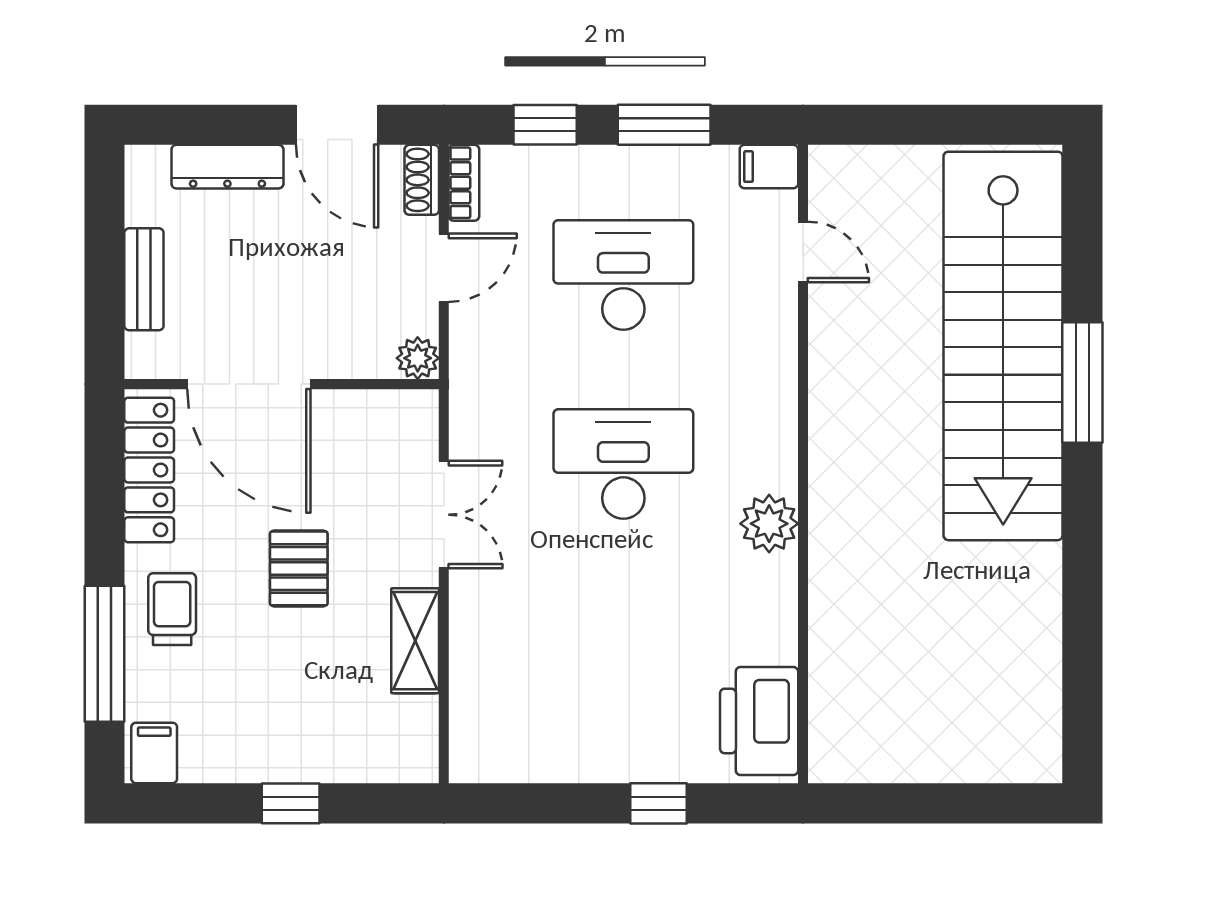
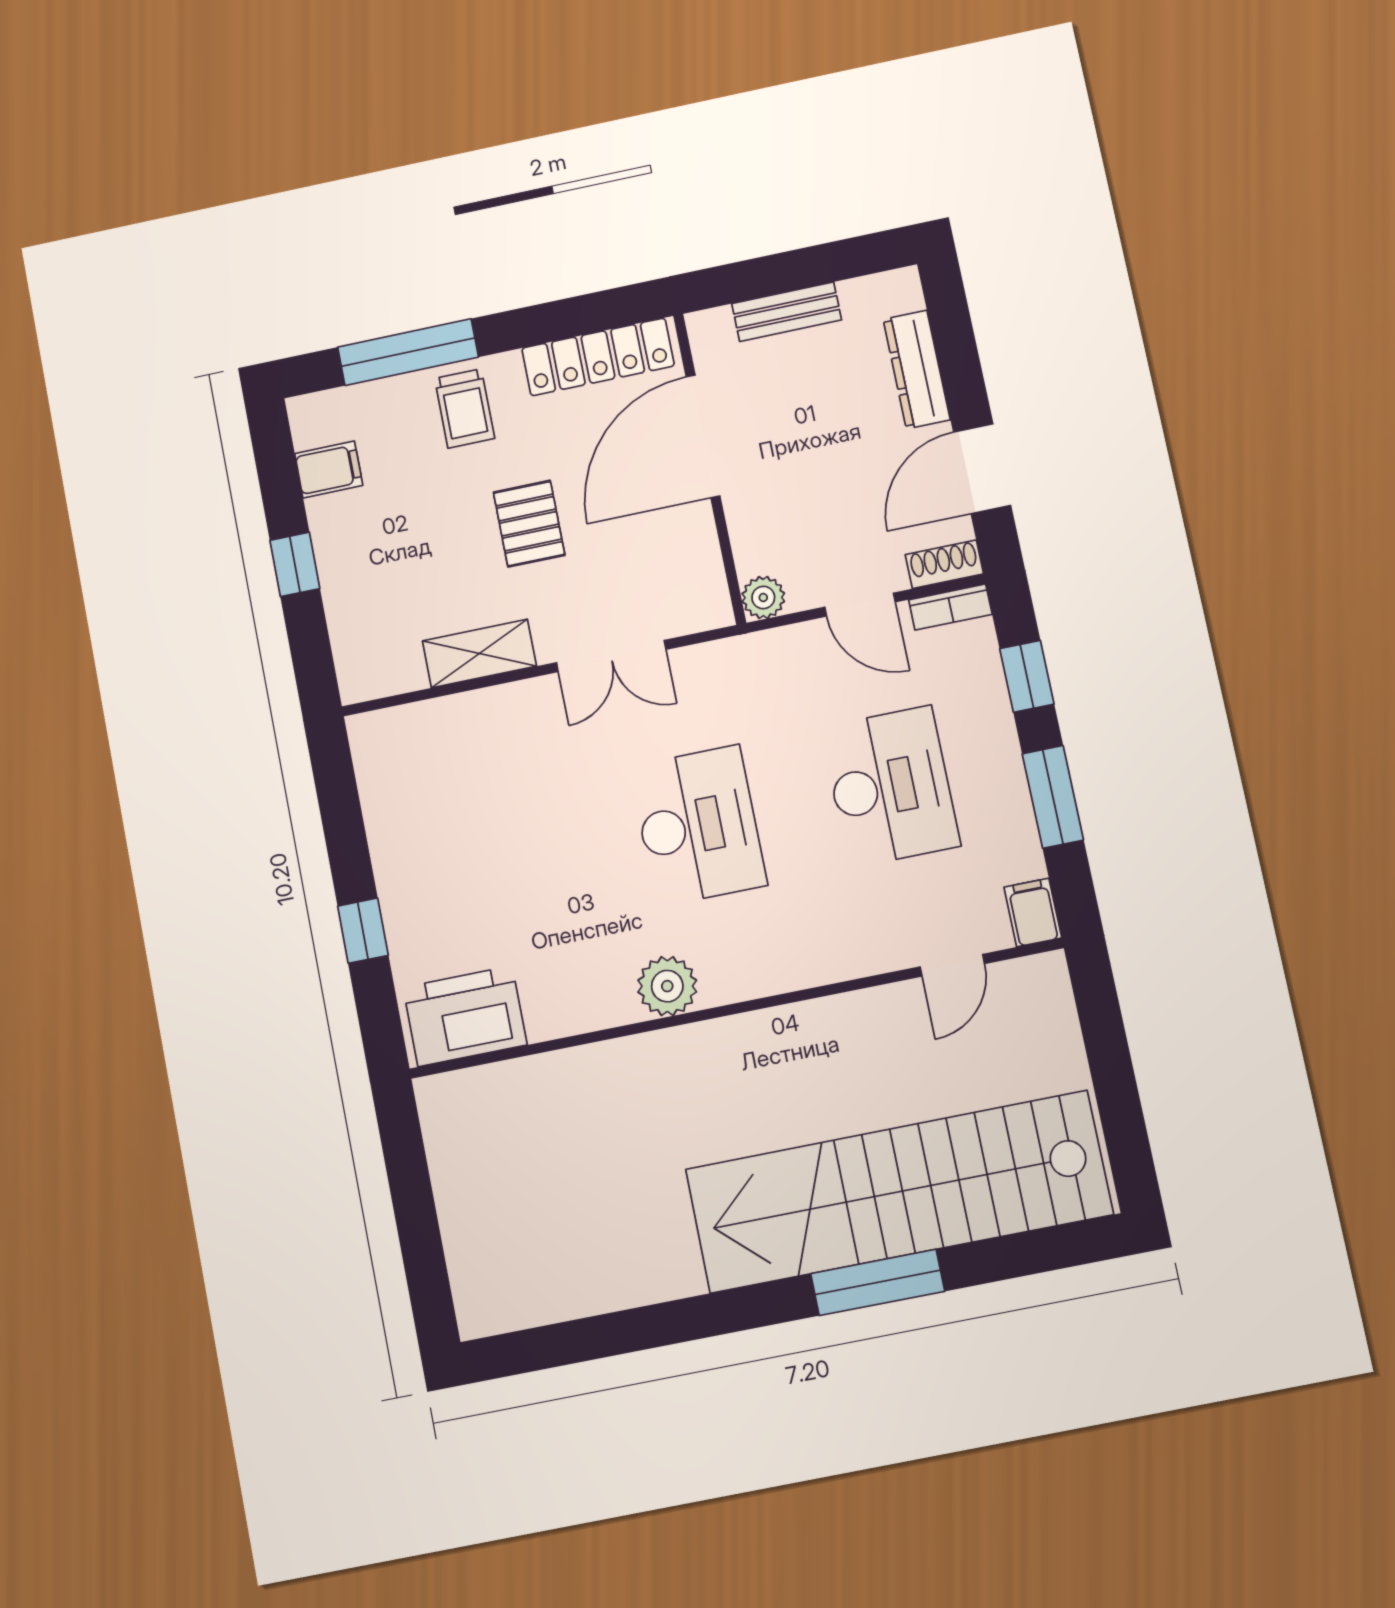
pallet: (299, 568) -> (529, 524), turned 90
trolley: (172, 609) -> (465, 408), turned 90
filing cabinet: (154, 753) -> (329, 470), moved

